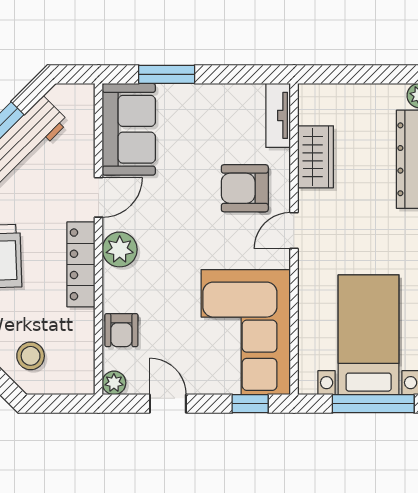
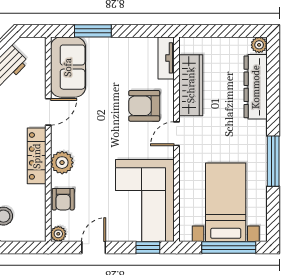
wardrobe: (316, 157) -> (191, 85), width x1.50
plant: (120, 249) -> (62, 163), moved
door: (168, 404) -> (94, 248), hinge flipped

